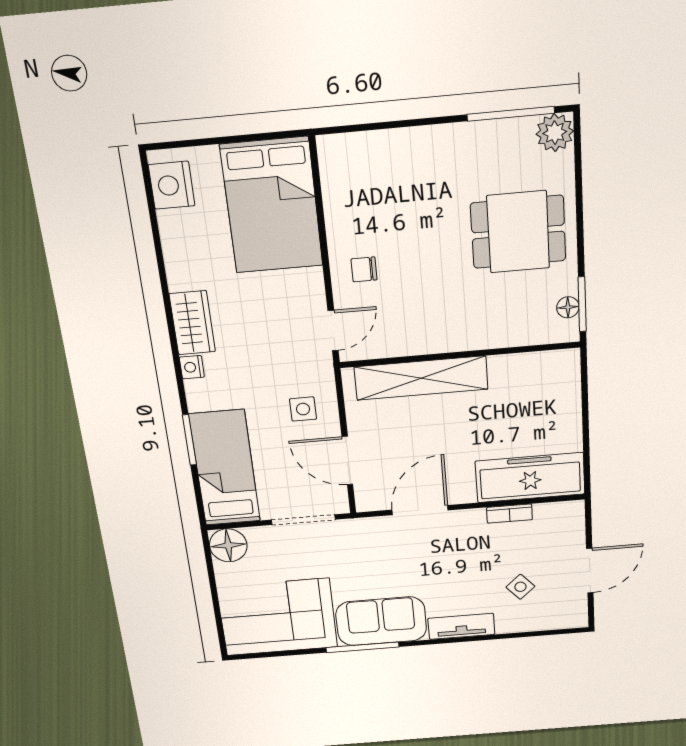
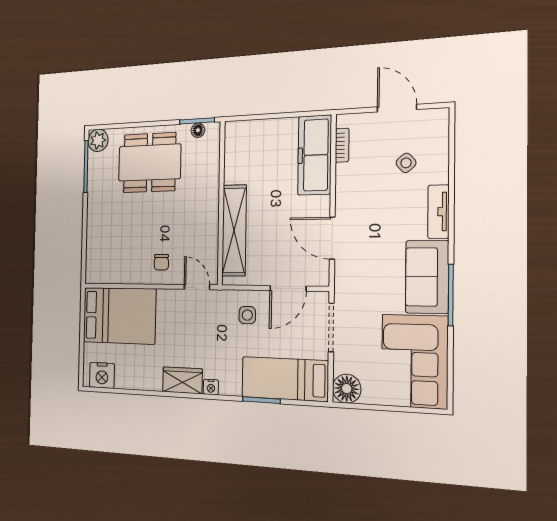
dining table: (518, 232) -> (150, 163), width x1.38
bookcase: (509, 514) -> (342, 145), moved

